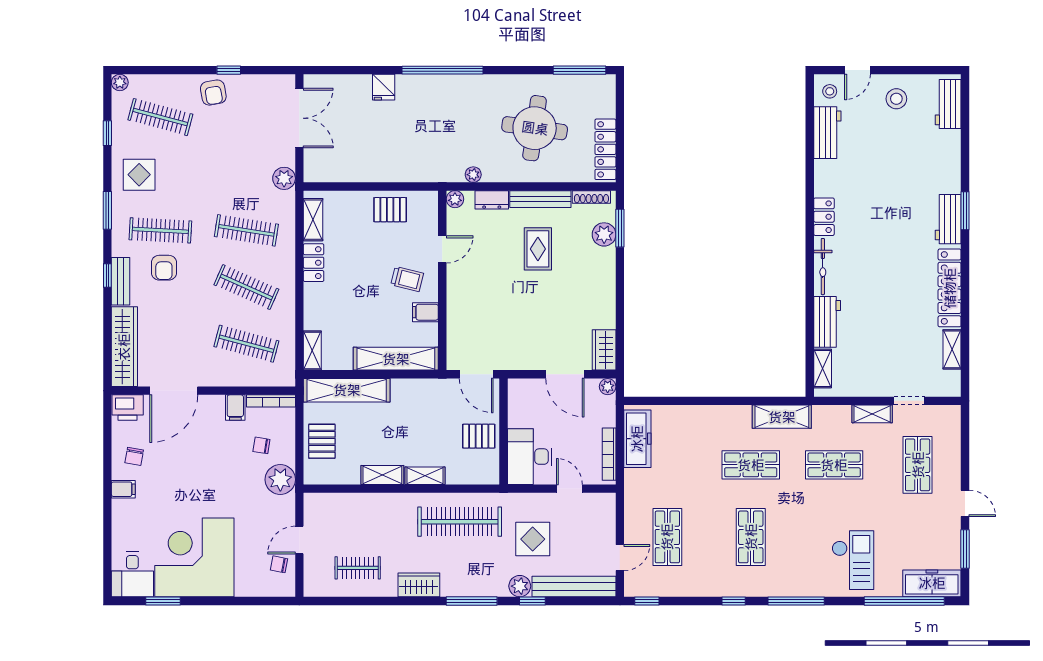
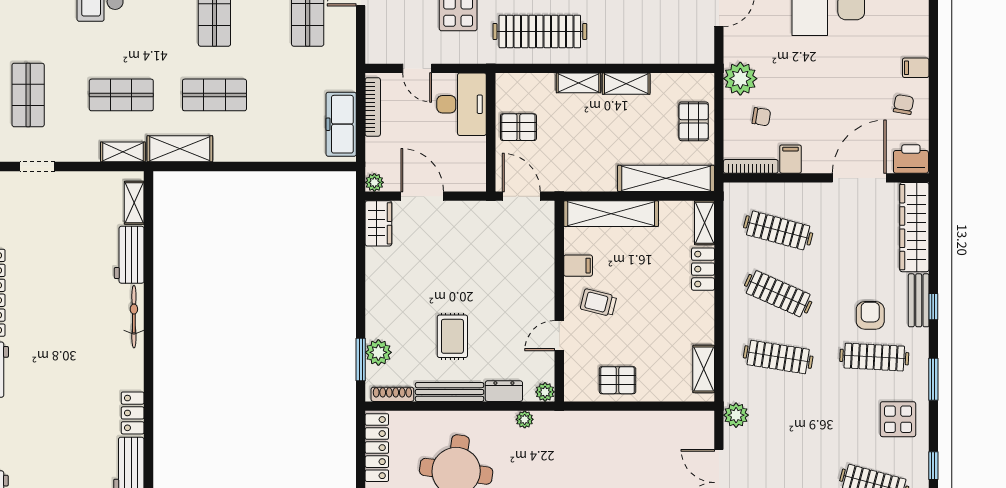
locker: (824, 217) -> (133, 413), moved
locker: (314, 263) -> (703, 269), moved
shelving: (872, 414) -> (123, 152), moved

